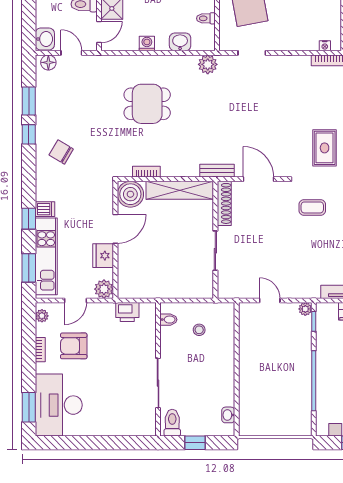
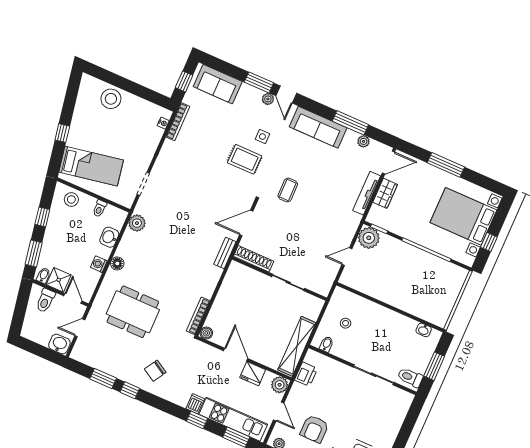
floor lamp: (48, 62) -> (117, 263), moved
dining table: (147, 104) -> (133, 312), moved, width x1.38
bookcase: (146, 172) -> (198, 316), width x1.56
shelving: (180, 190) -> (297, 346), moved
boiler: (130, 194) -> (206, 333), width x0.54, depth x0.54
plant: (305, 309) -> (369, 238), width x1.88, depth x1.88
window: (195, 443) -> (434, 366), width x1.50

